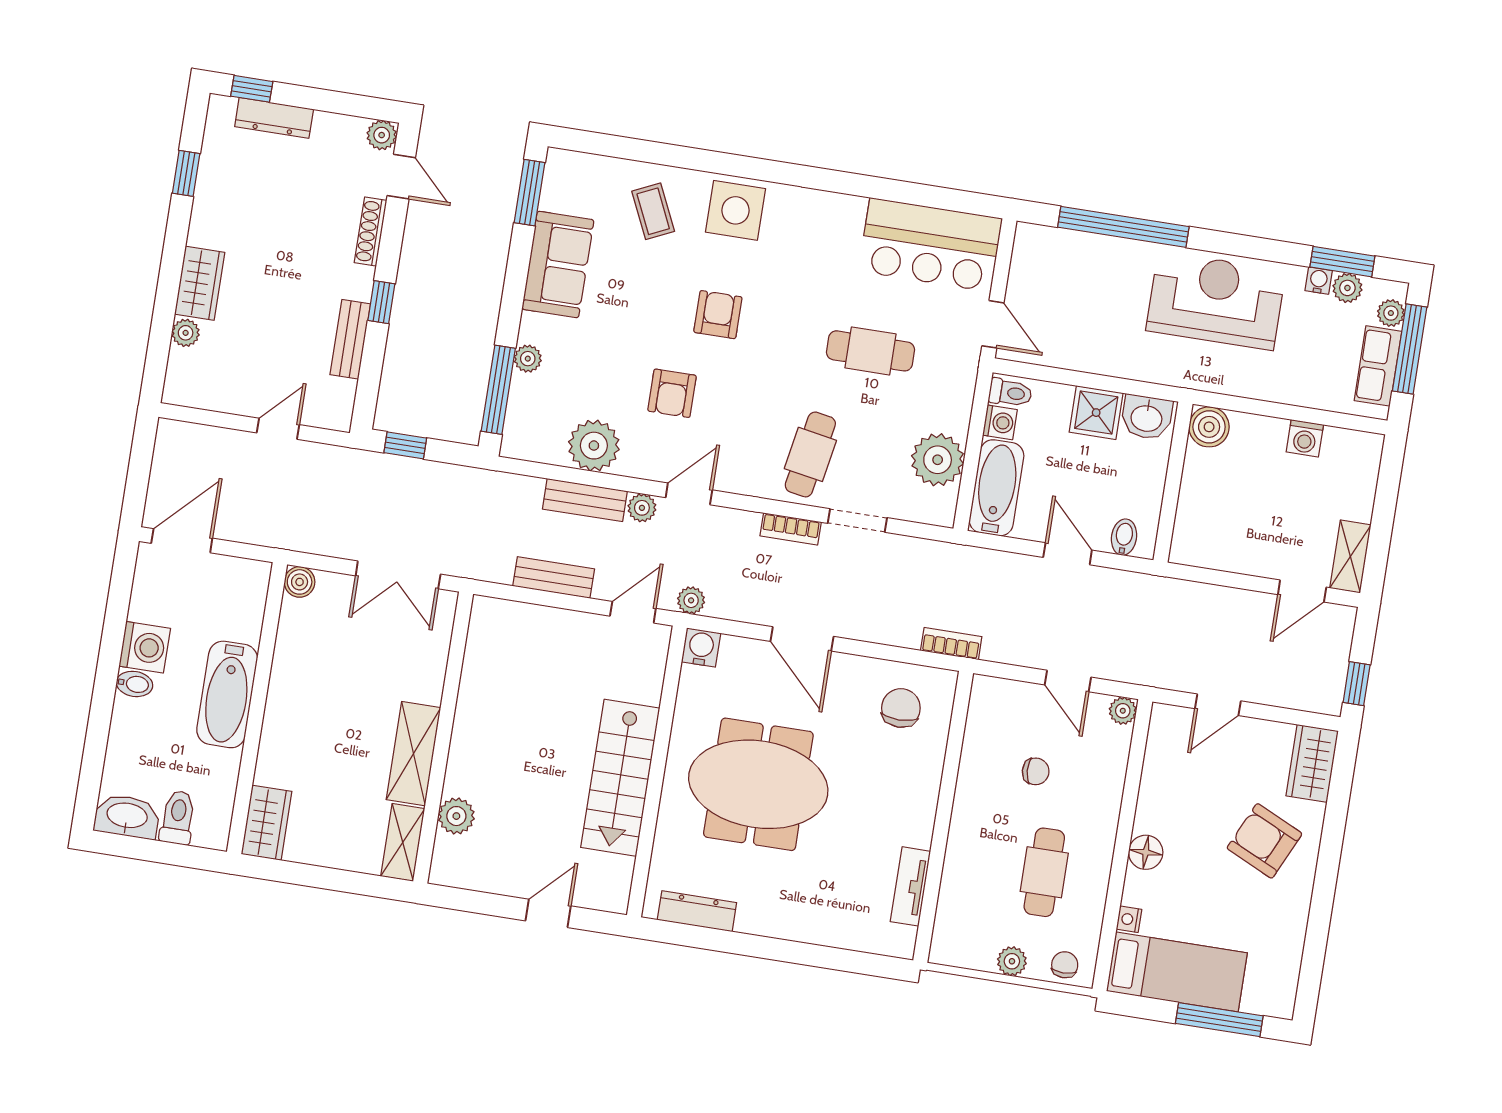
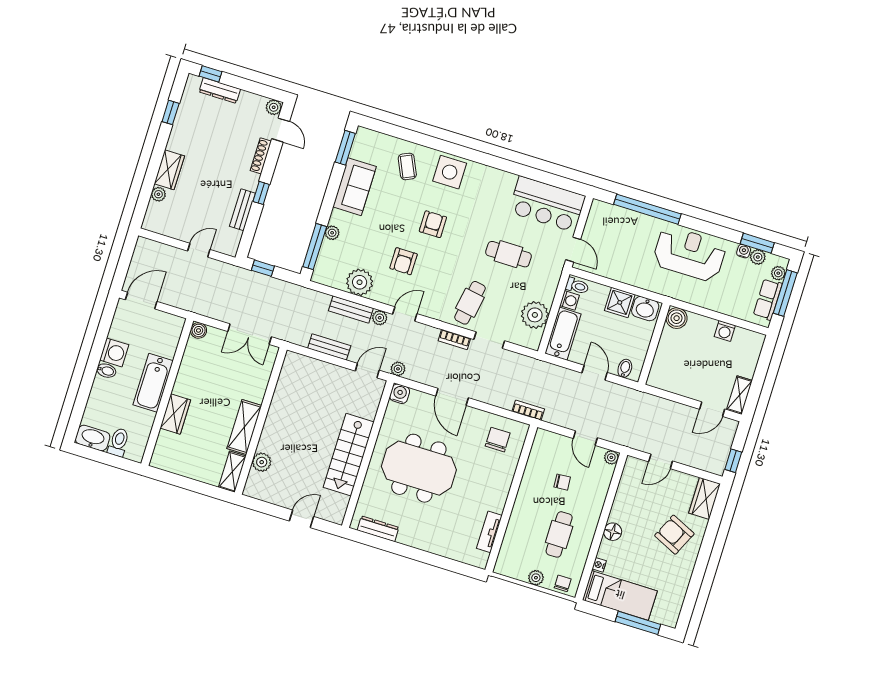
wardrobe: (266, 823) -> (175, 414), moved

